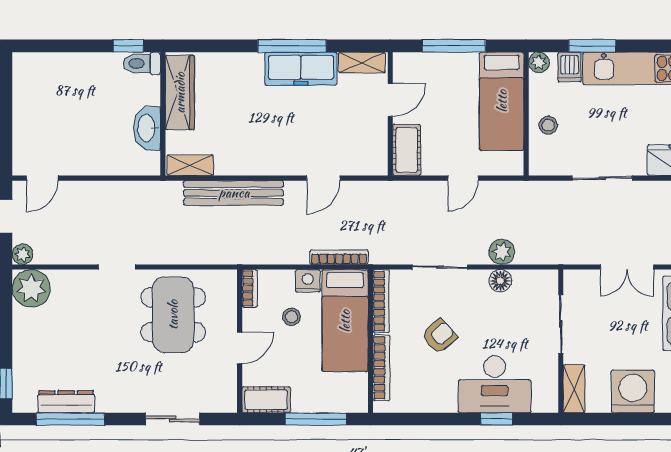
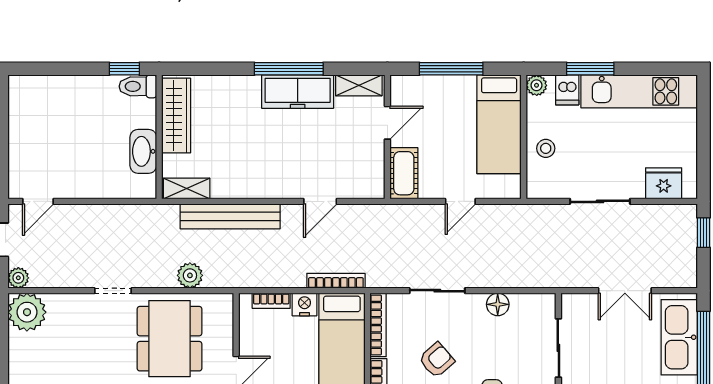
plant: (502, 252) -> (190, 275), moved
bookcase: (250, 288) -> (271, 301), moved, turned 90
stool: (291, 317) -> (288, 341), removed

